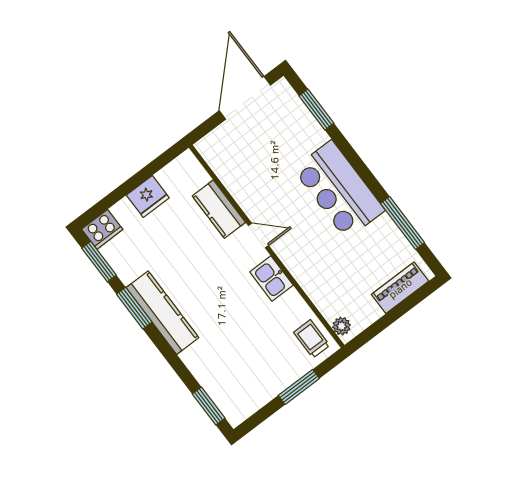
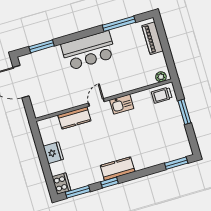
window: (134, 308) -> (109, 183), width x0.67
kitchen counter: (162, 313) -> (118, 169), width x0.67

